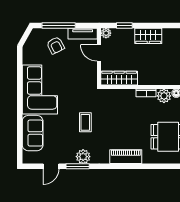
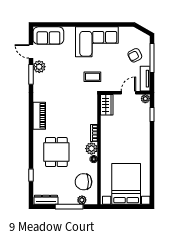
wardrobe: (148, 36) -> (143, 135), removed
wardrobe: (119, 78) -> (107, 105), width x0.67
coffee table: (85, 122) -> (92, 77), moved
sofa: (33, 133) -> (48, 36), moved
plant: (83, 157) -> (39, 67), moved

